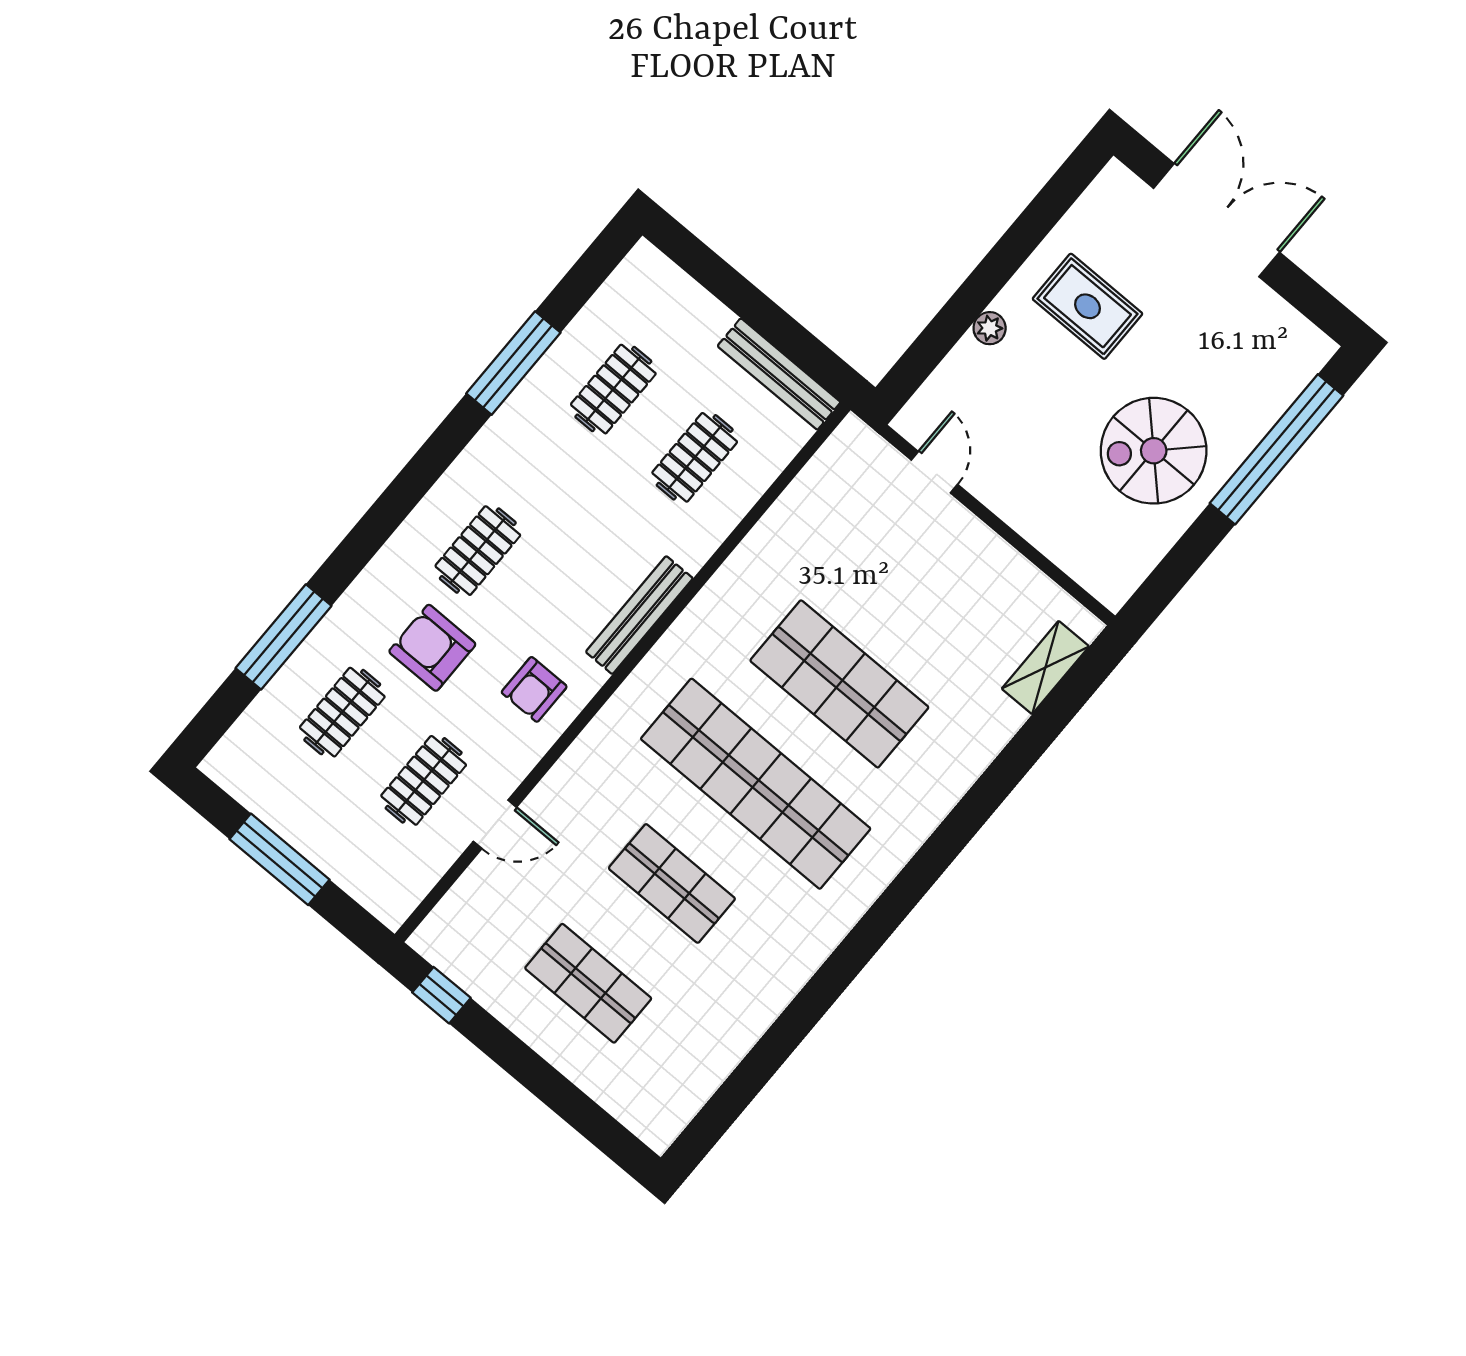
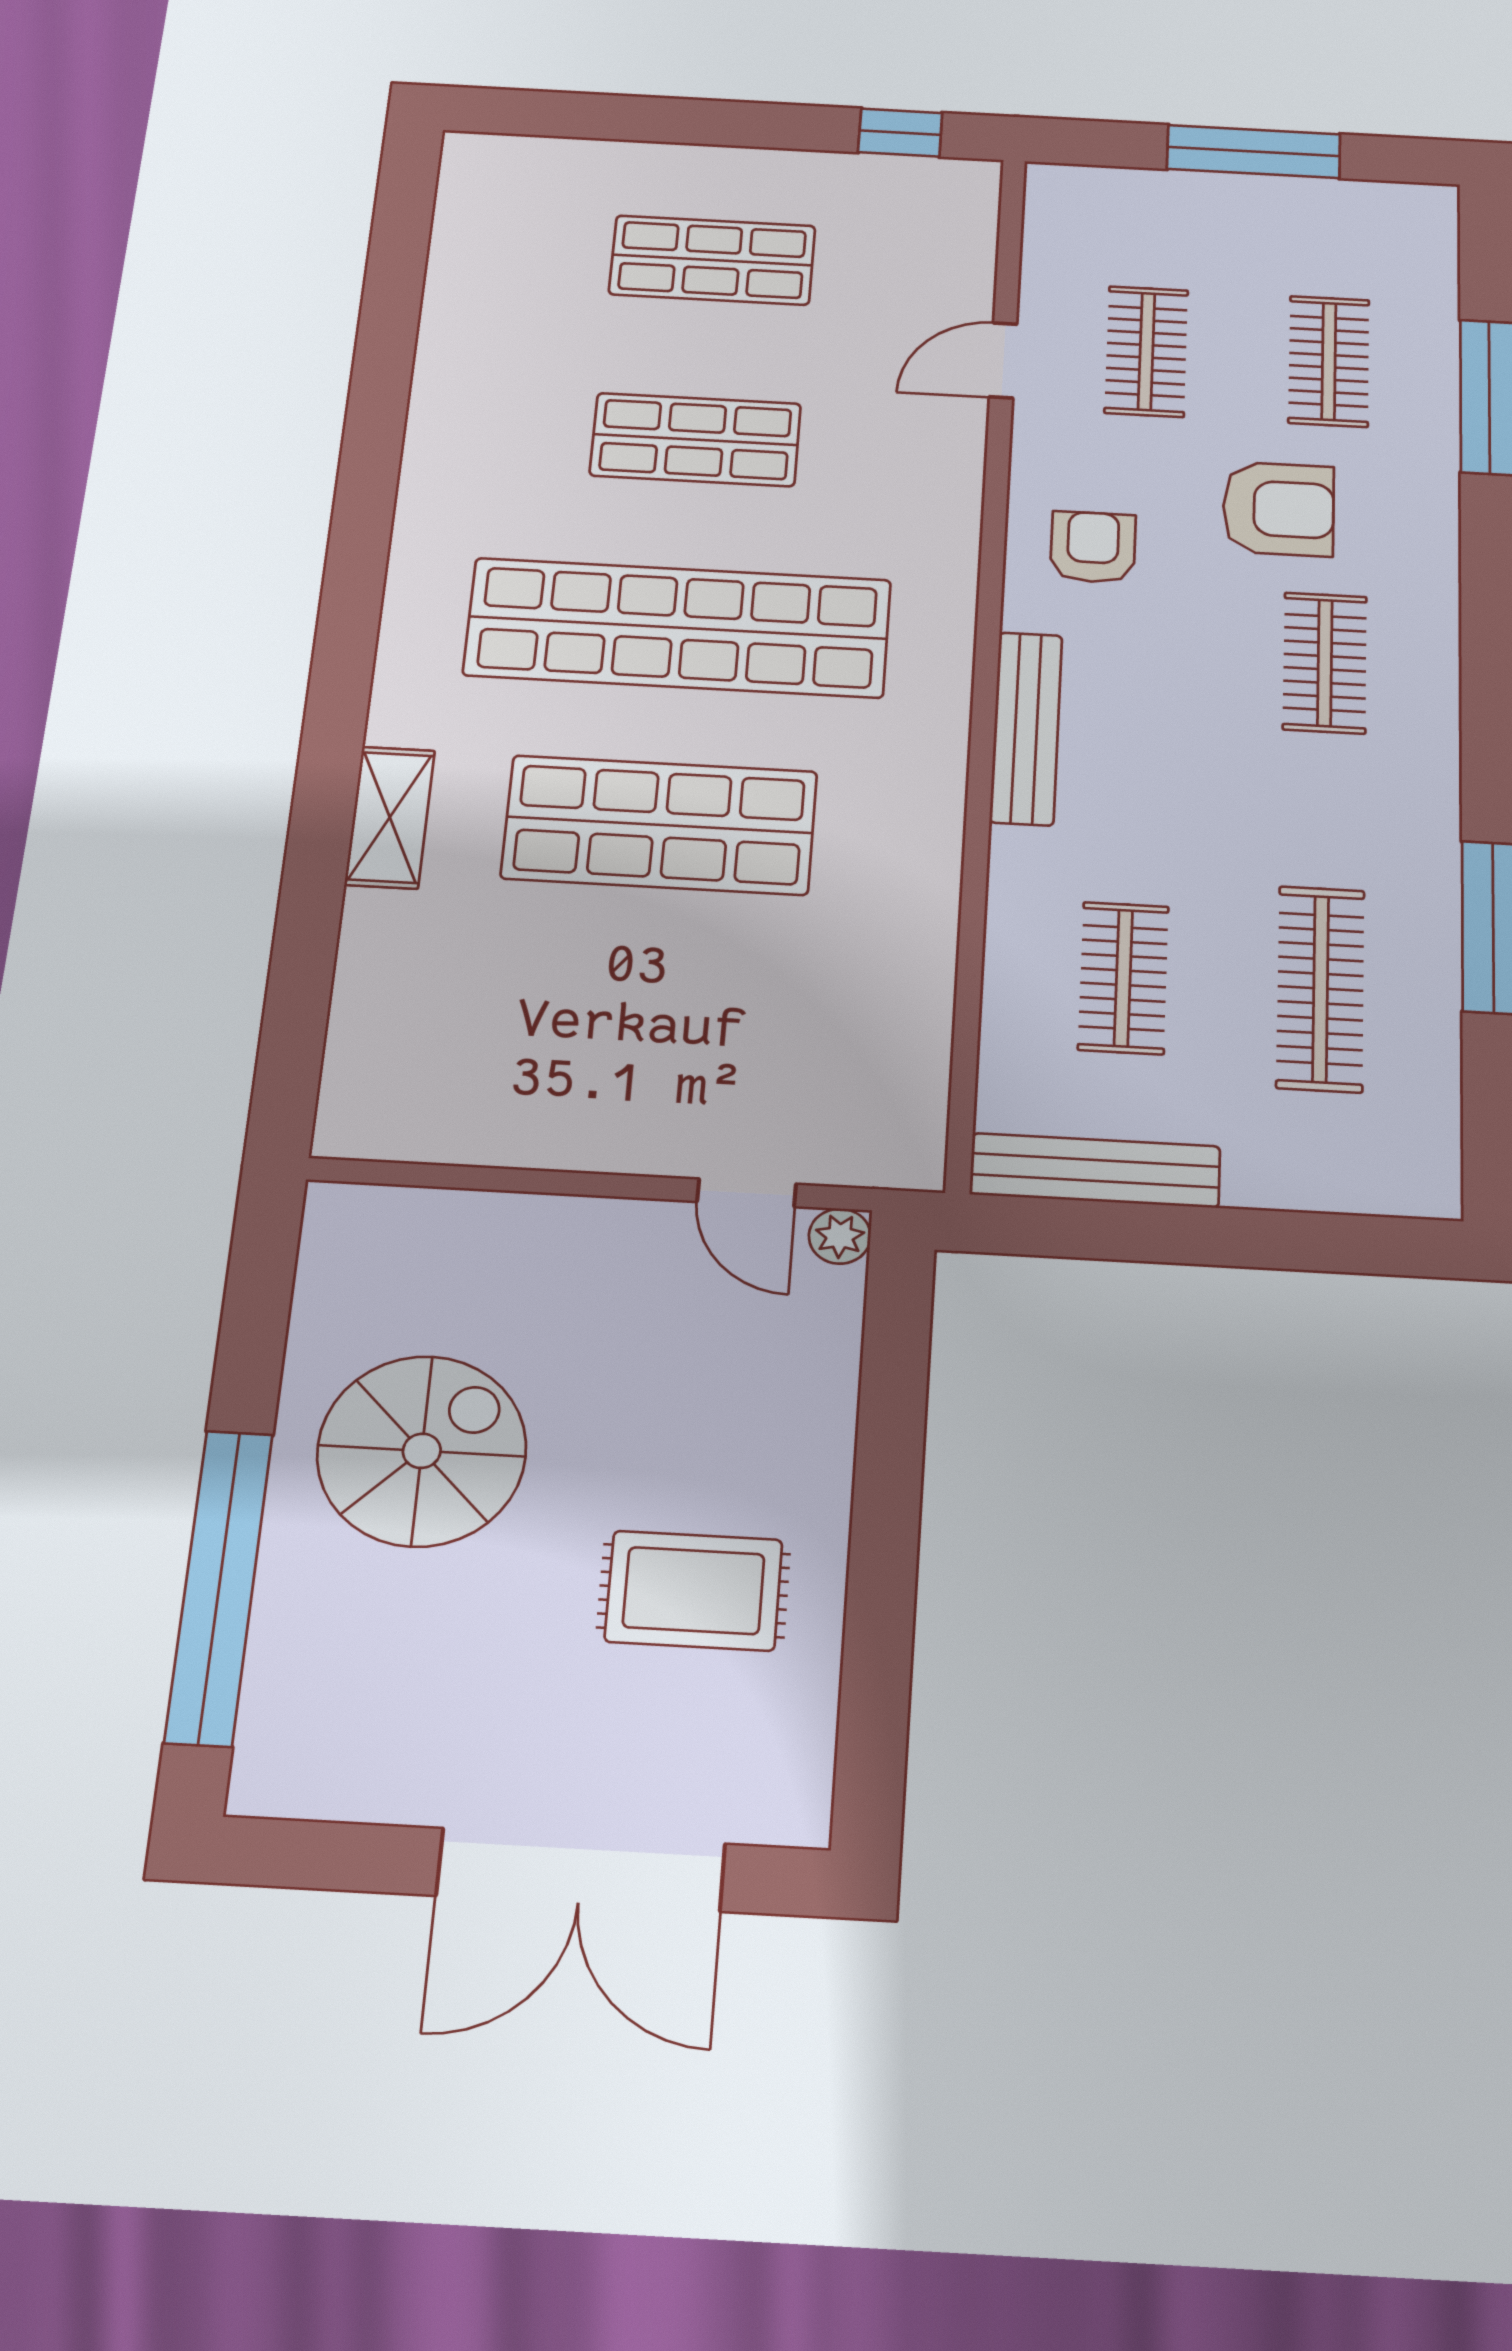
plant: (990, 328) -> (840, 1236), moved
clothes rail: (613, 389) -> (1321, 989), width x1.36
shelving: (1045, 668) -> (390, 817), moved

